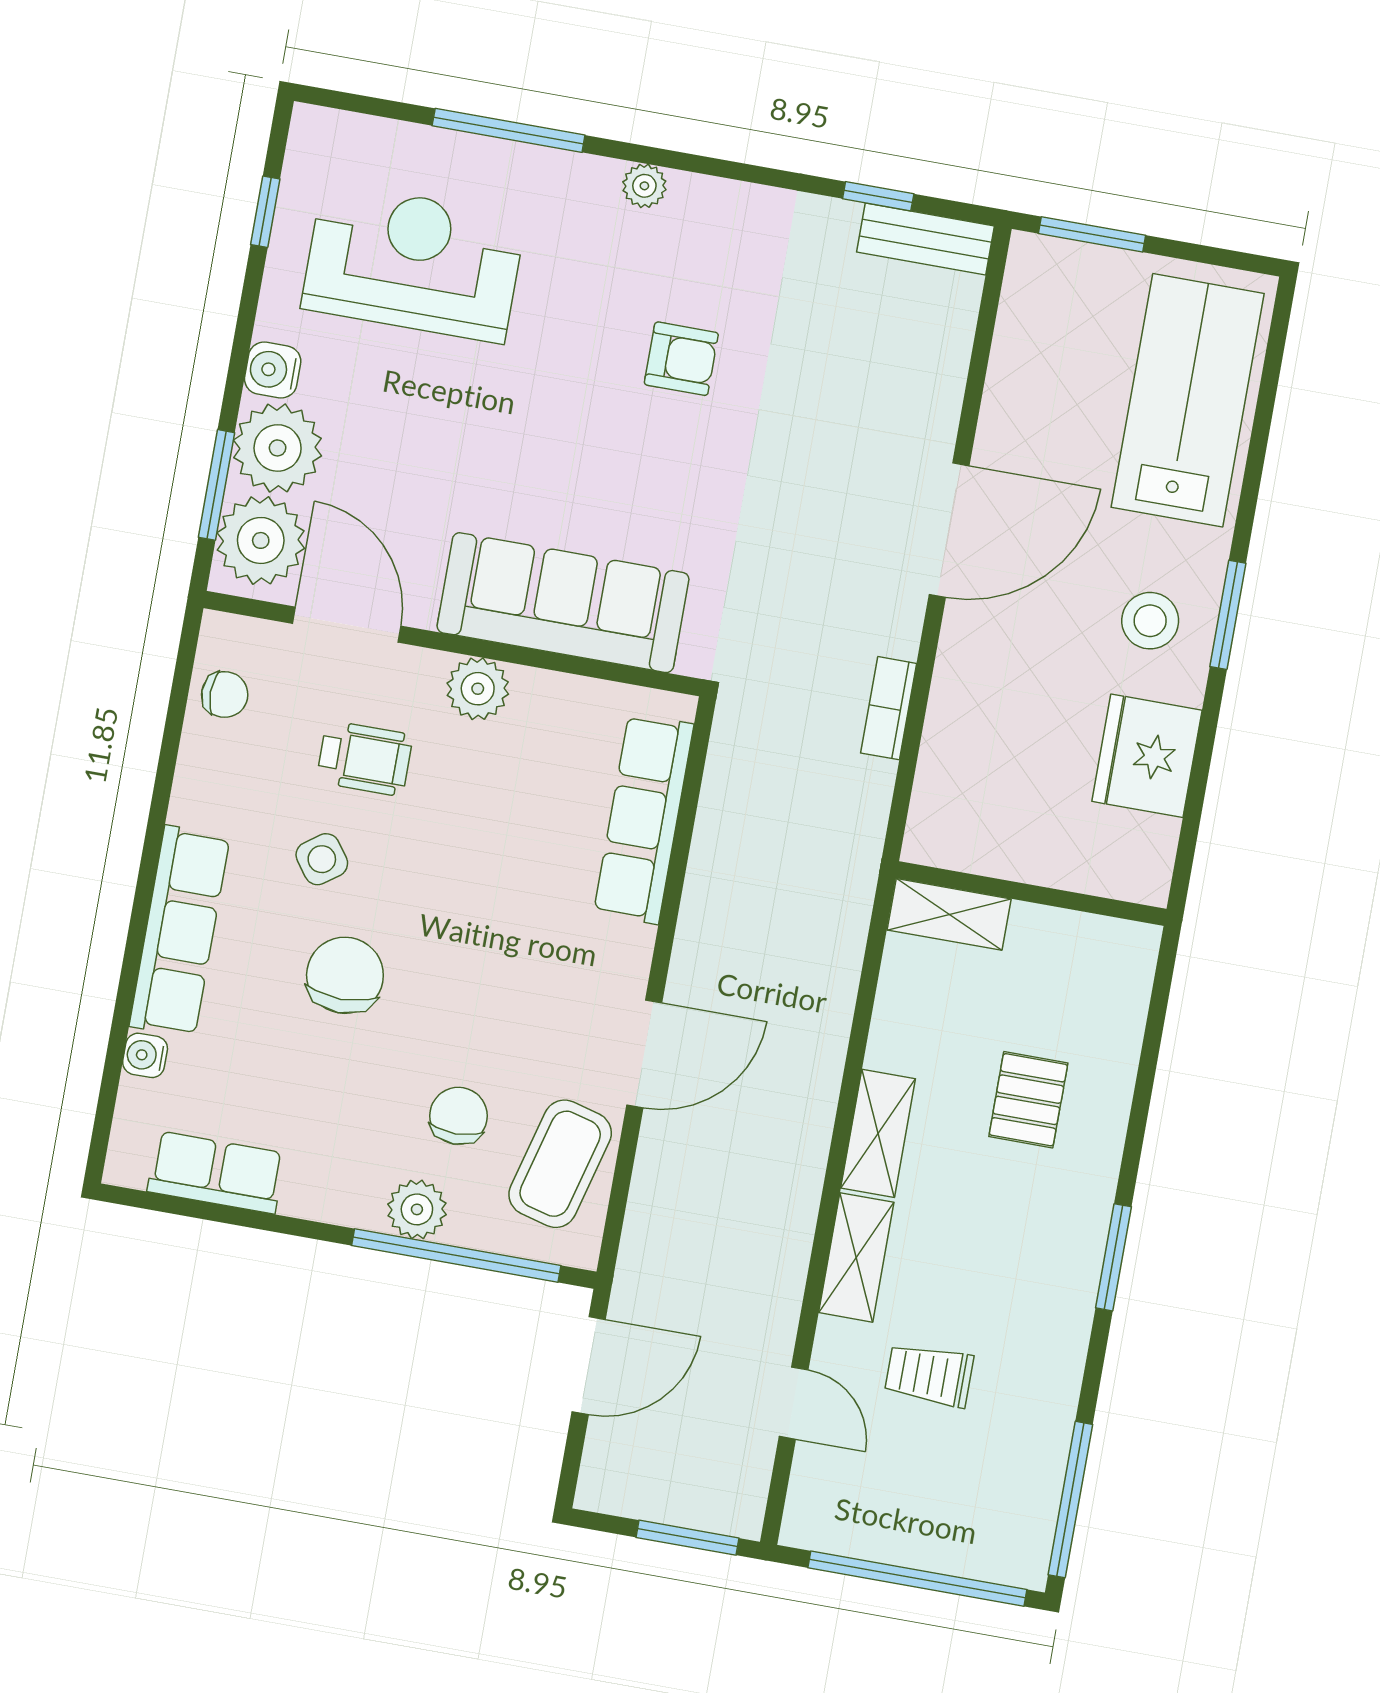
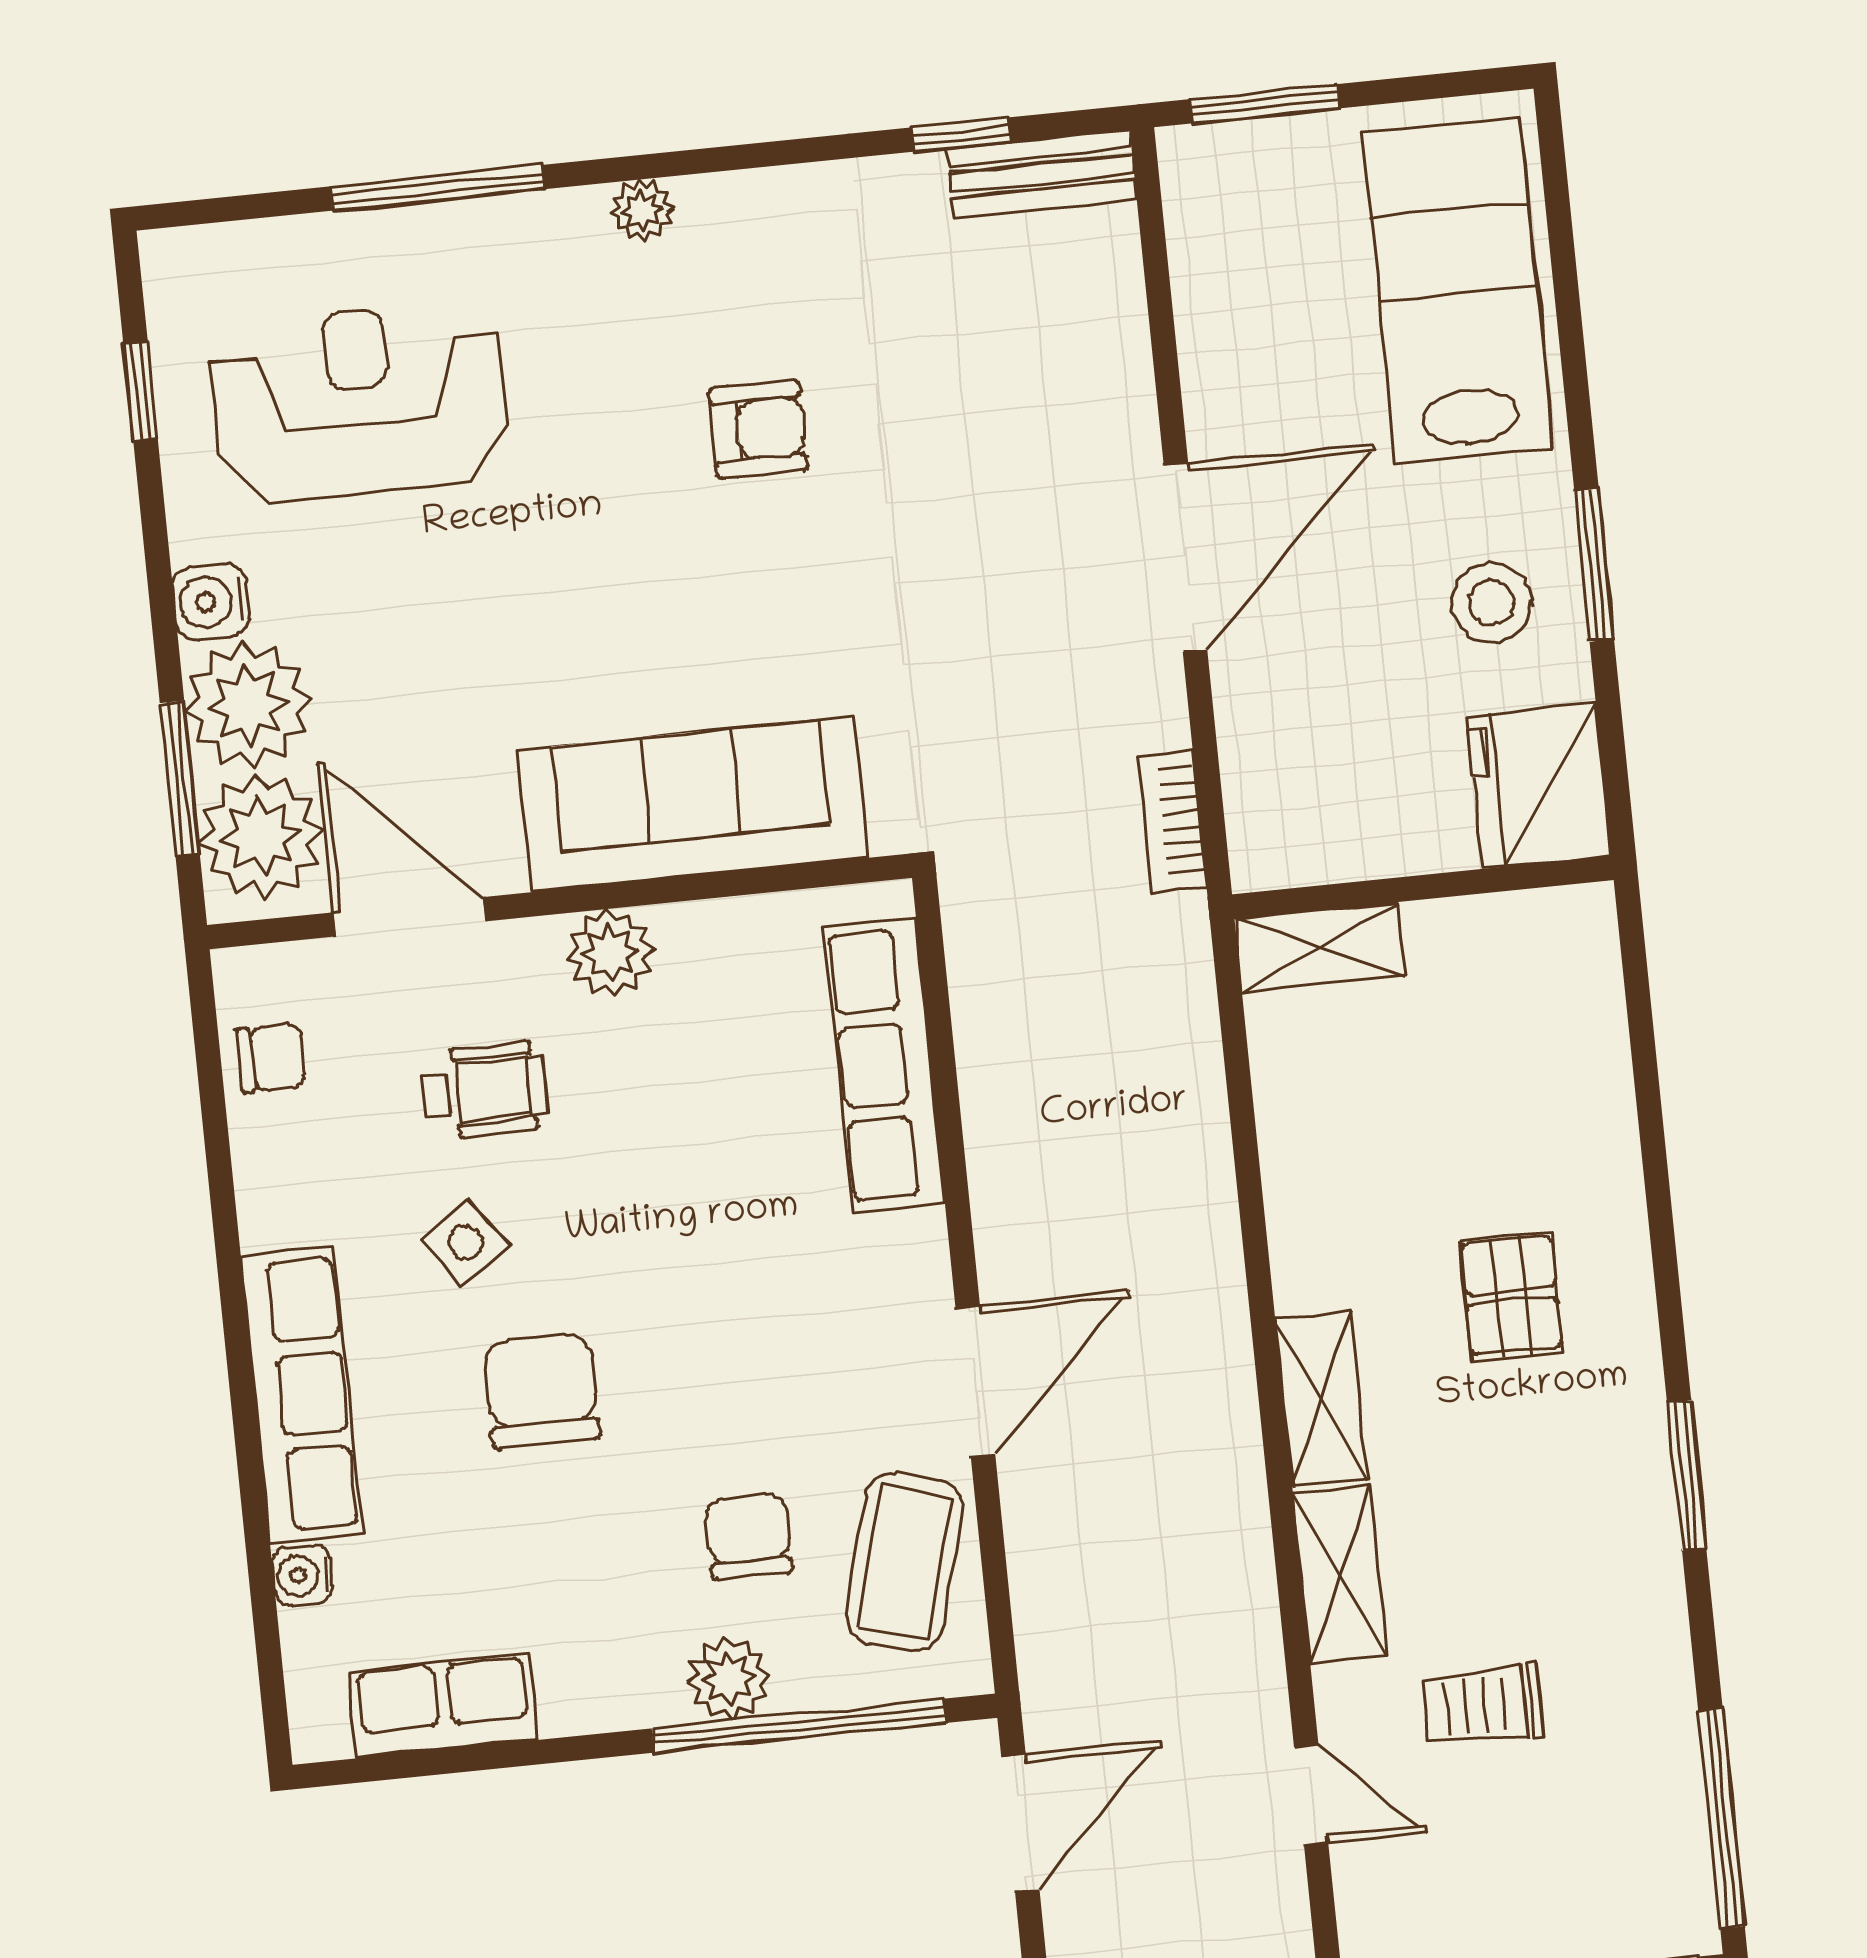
wall: (1031, 894) -> (1423, 887), moved
shelving: (949, 914) -> (1320, 947), moved

